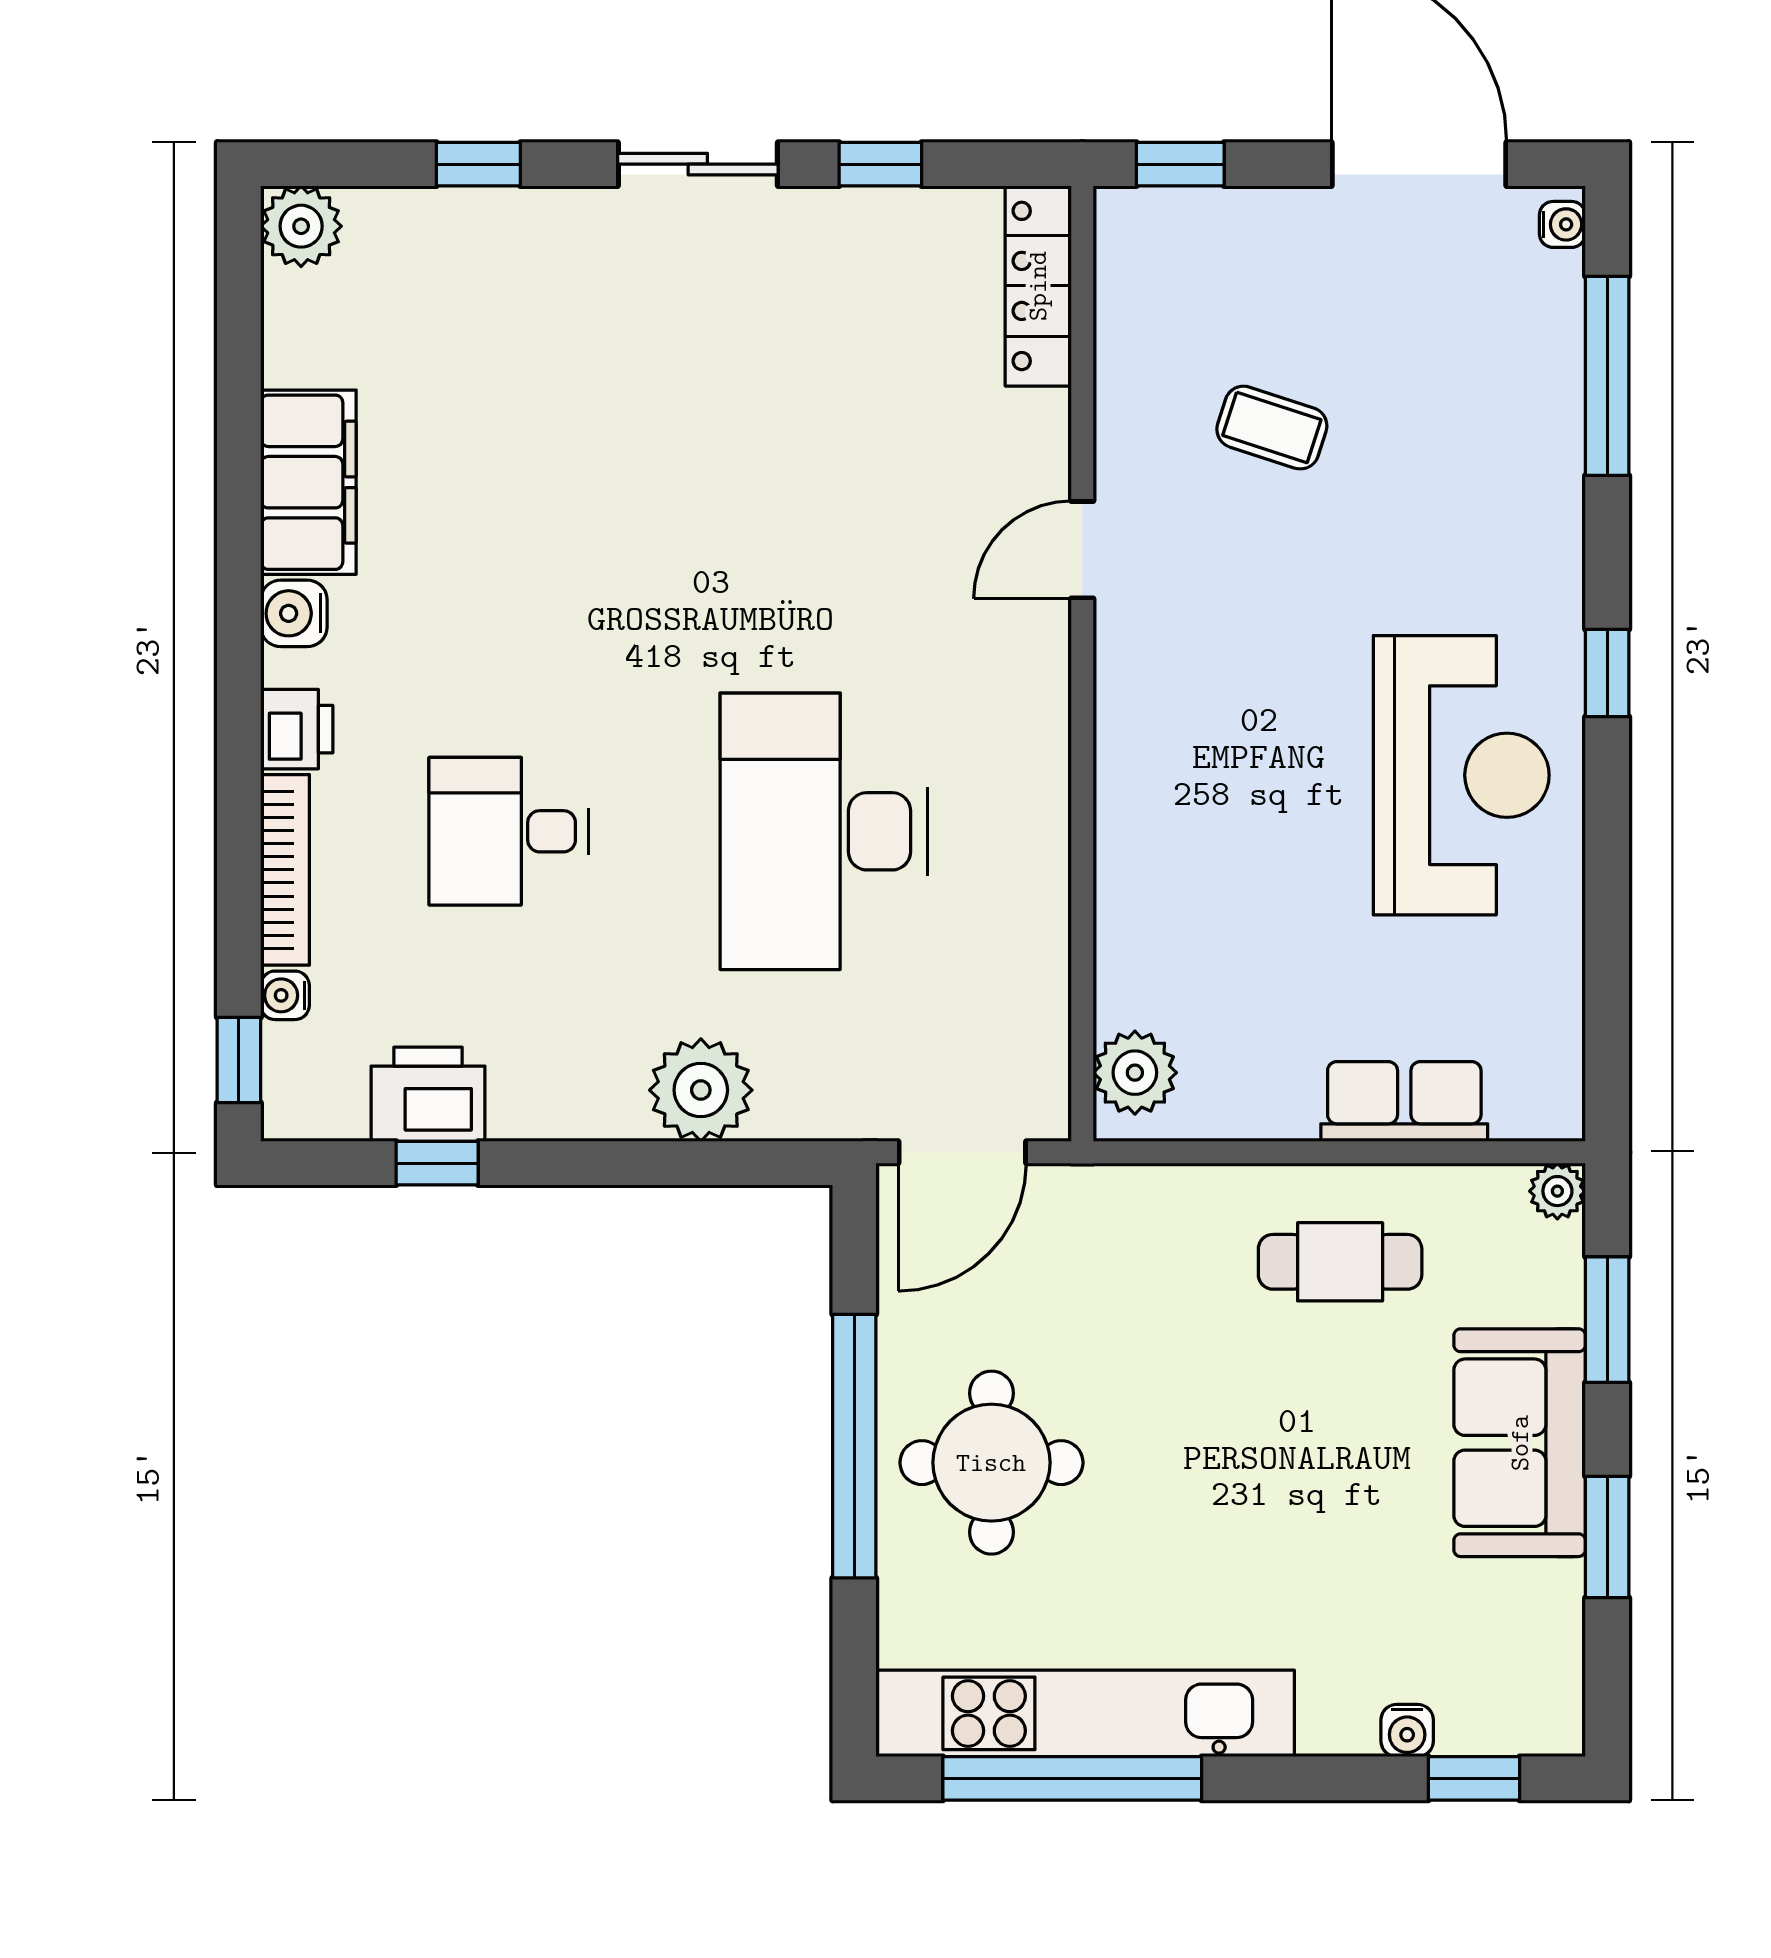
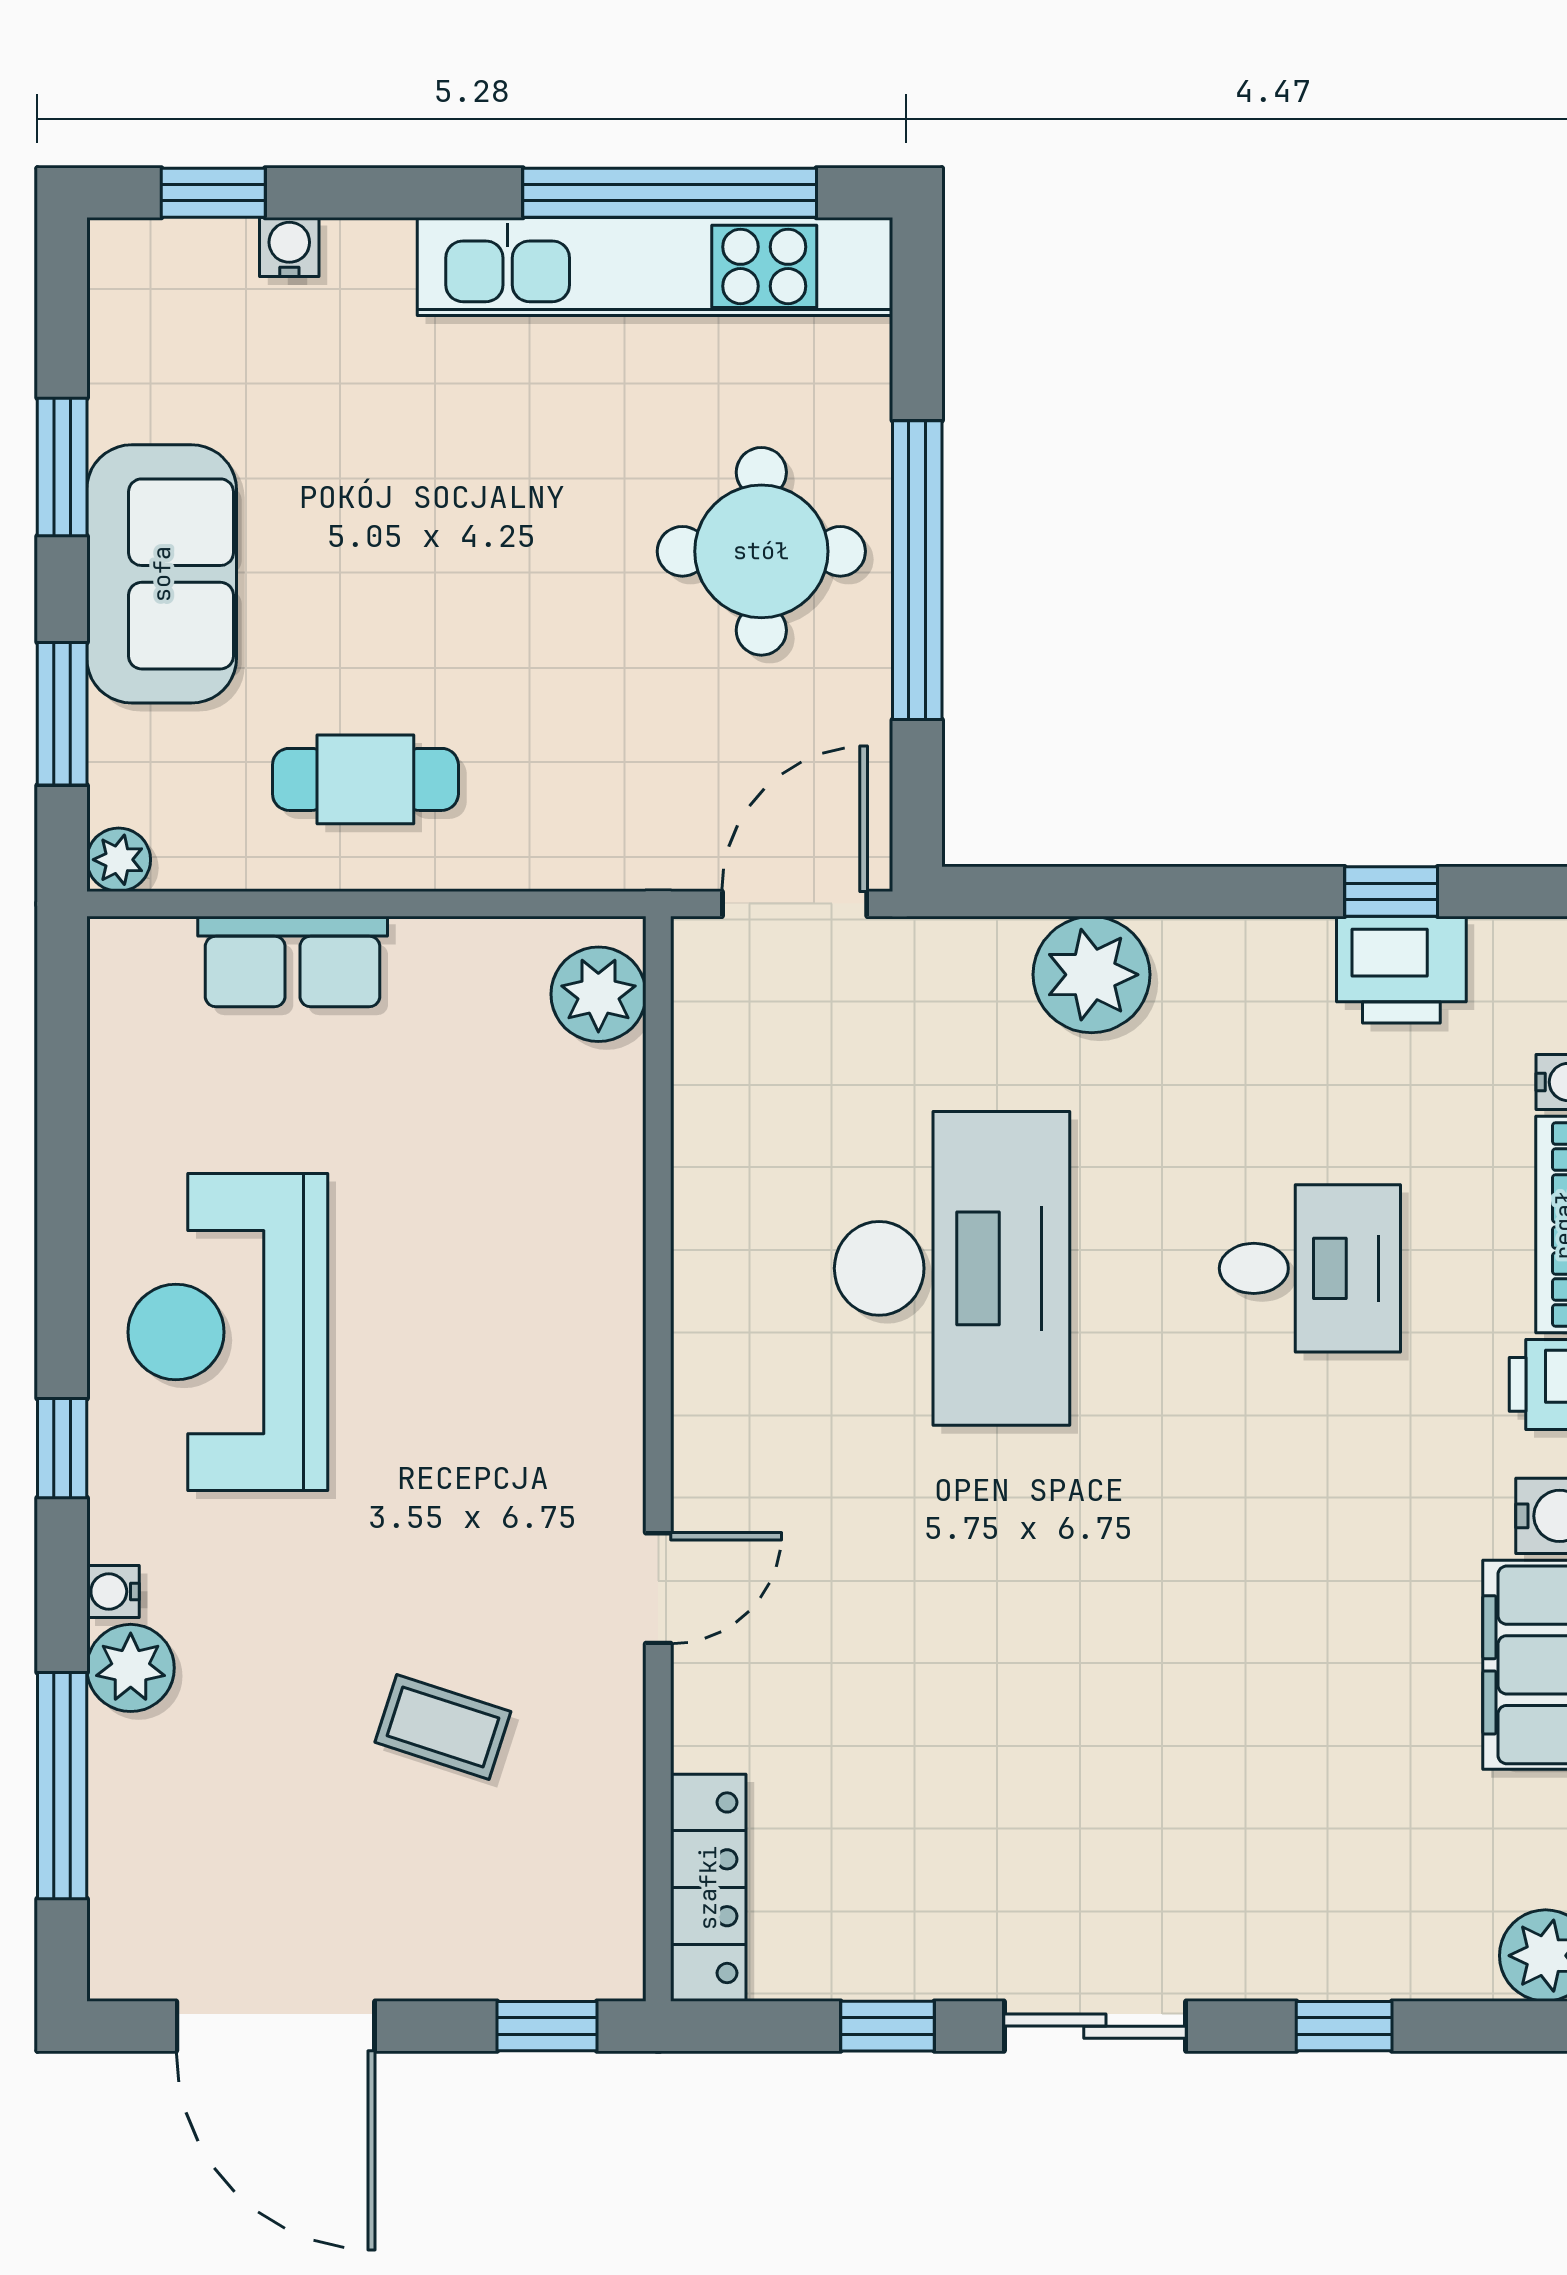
water cooler: (1562, 224) -> (113, 1592), moved
plant: (1547, 479) -> (131, 1668), added

